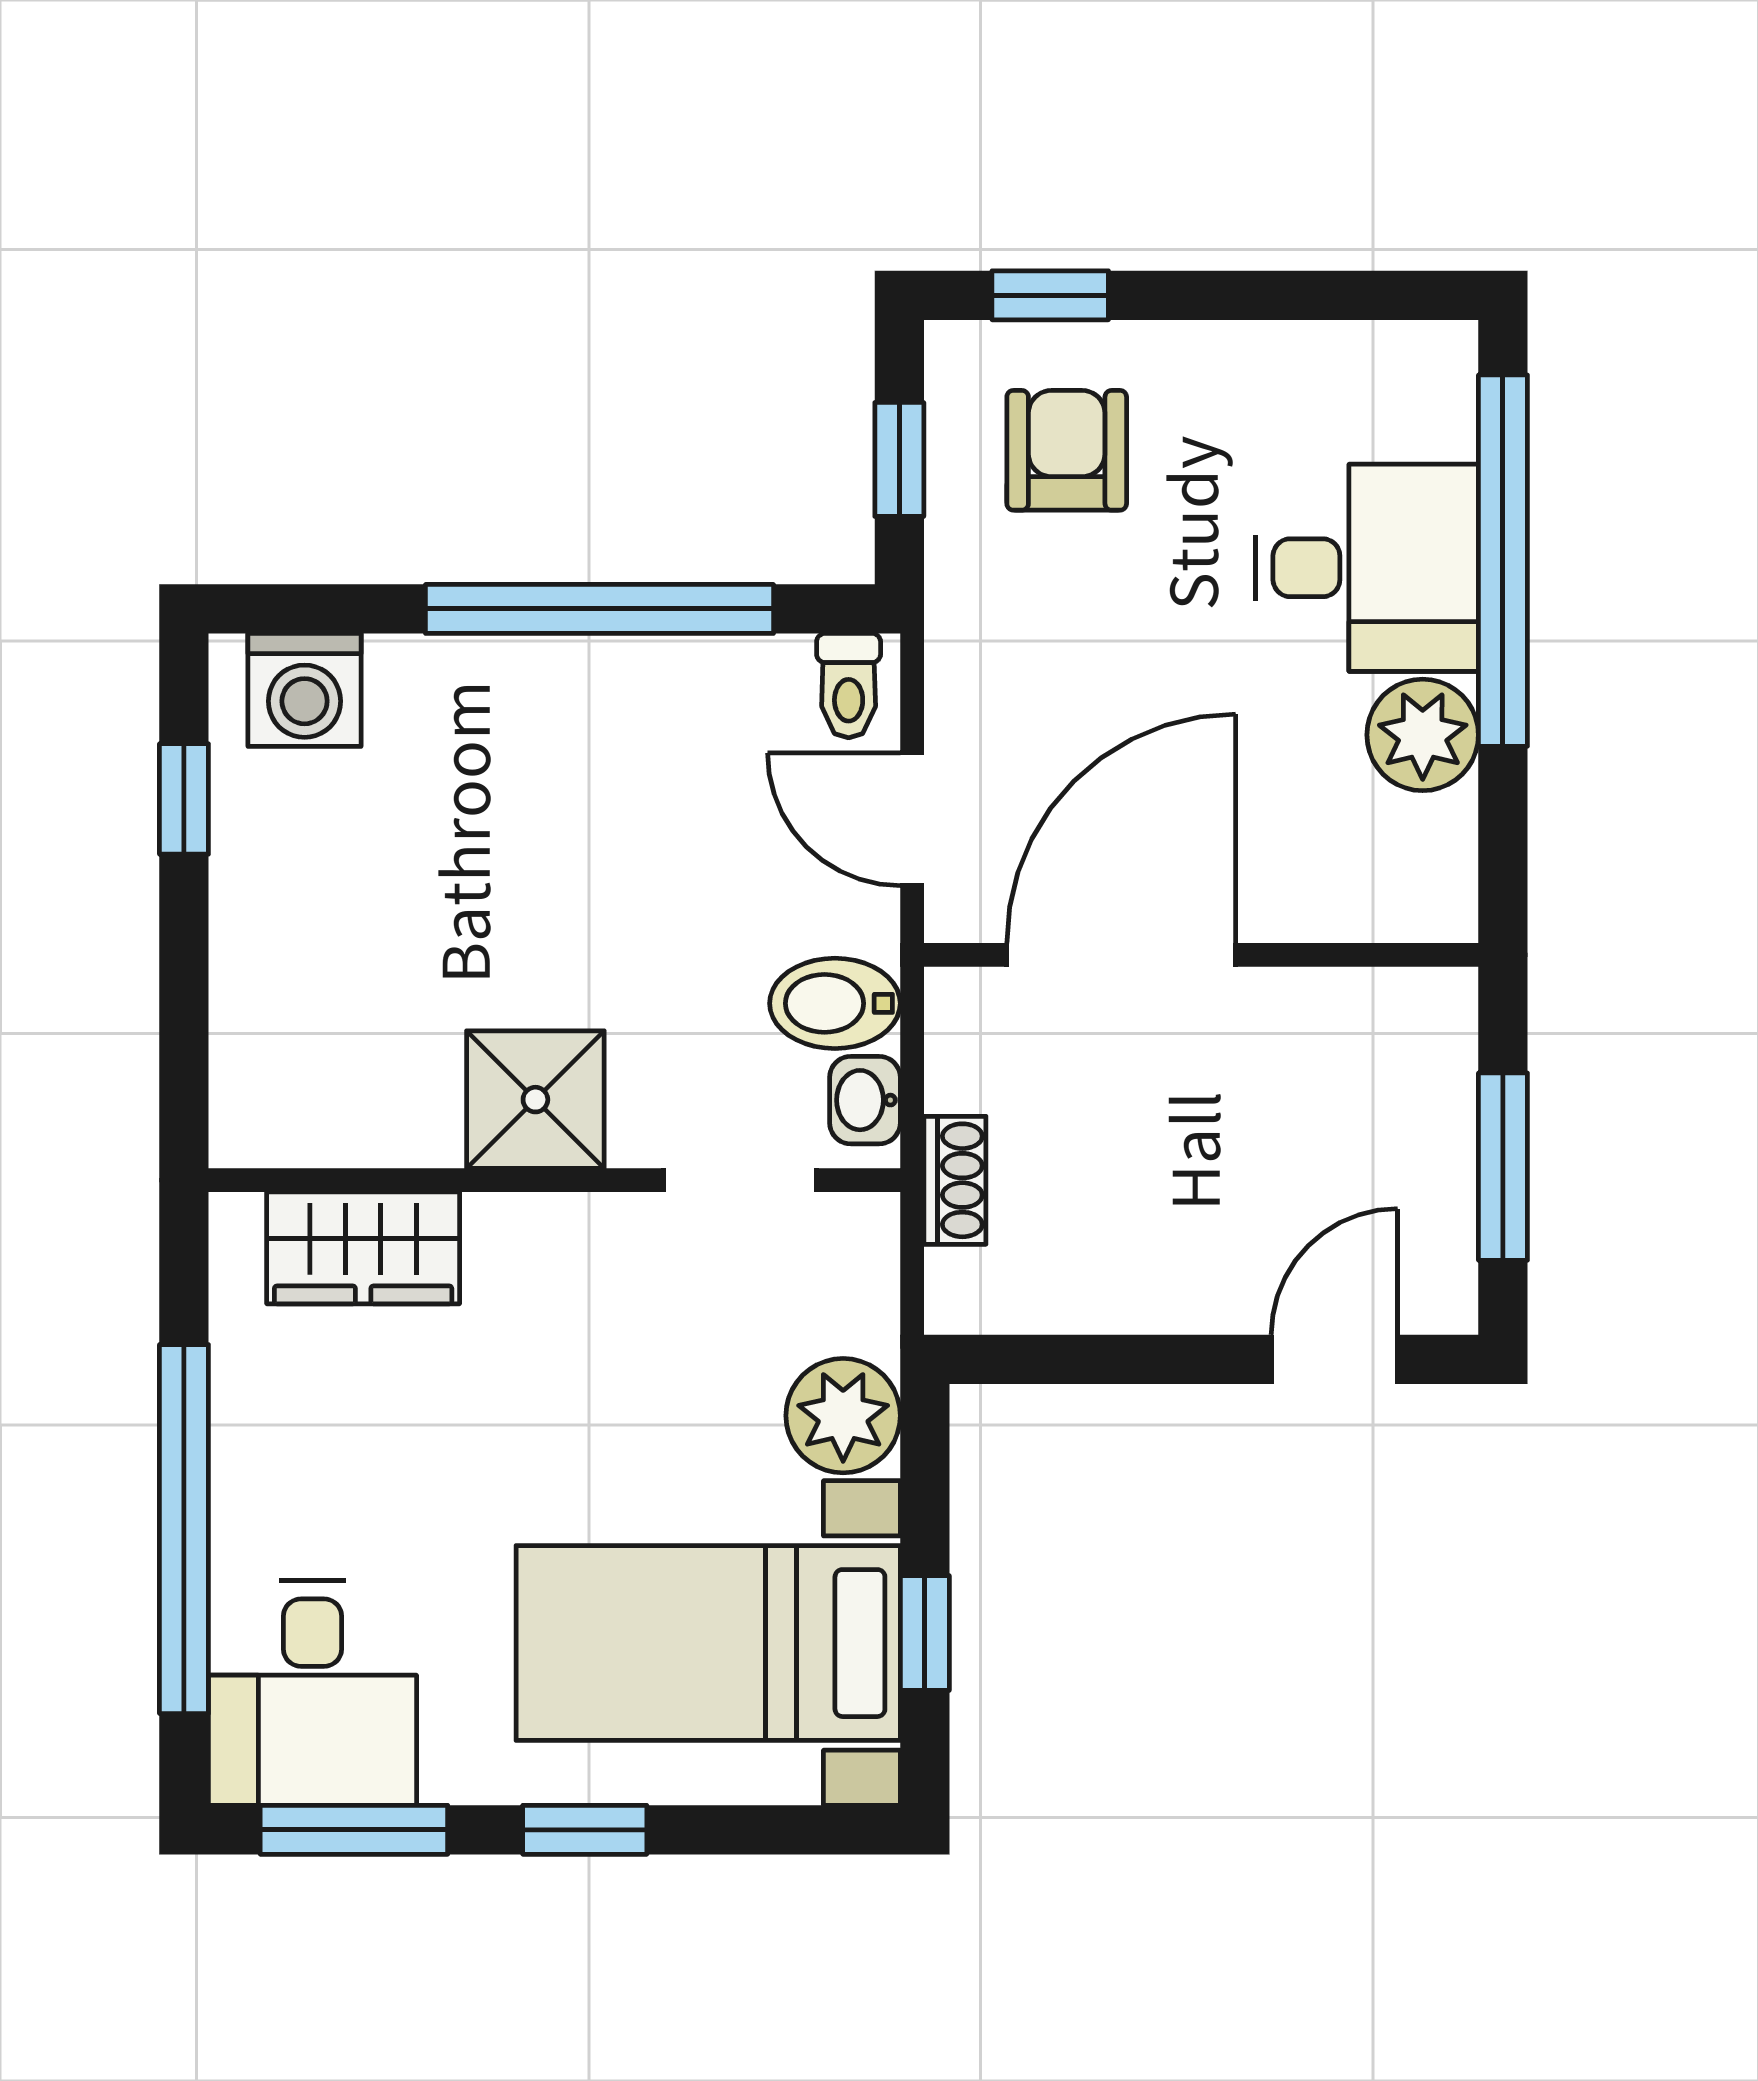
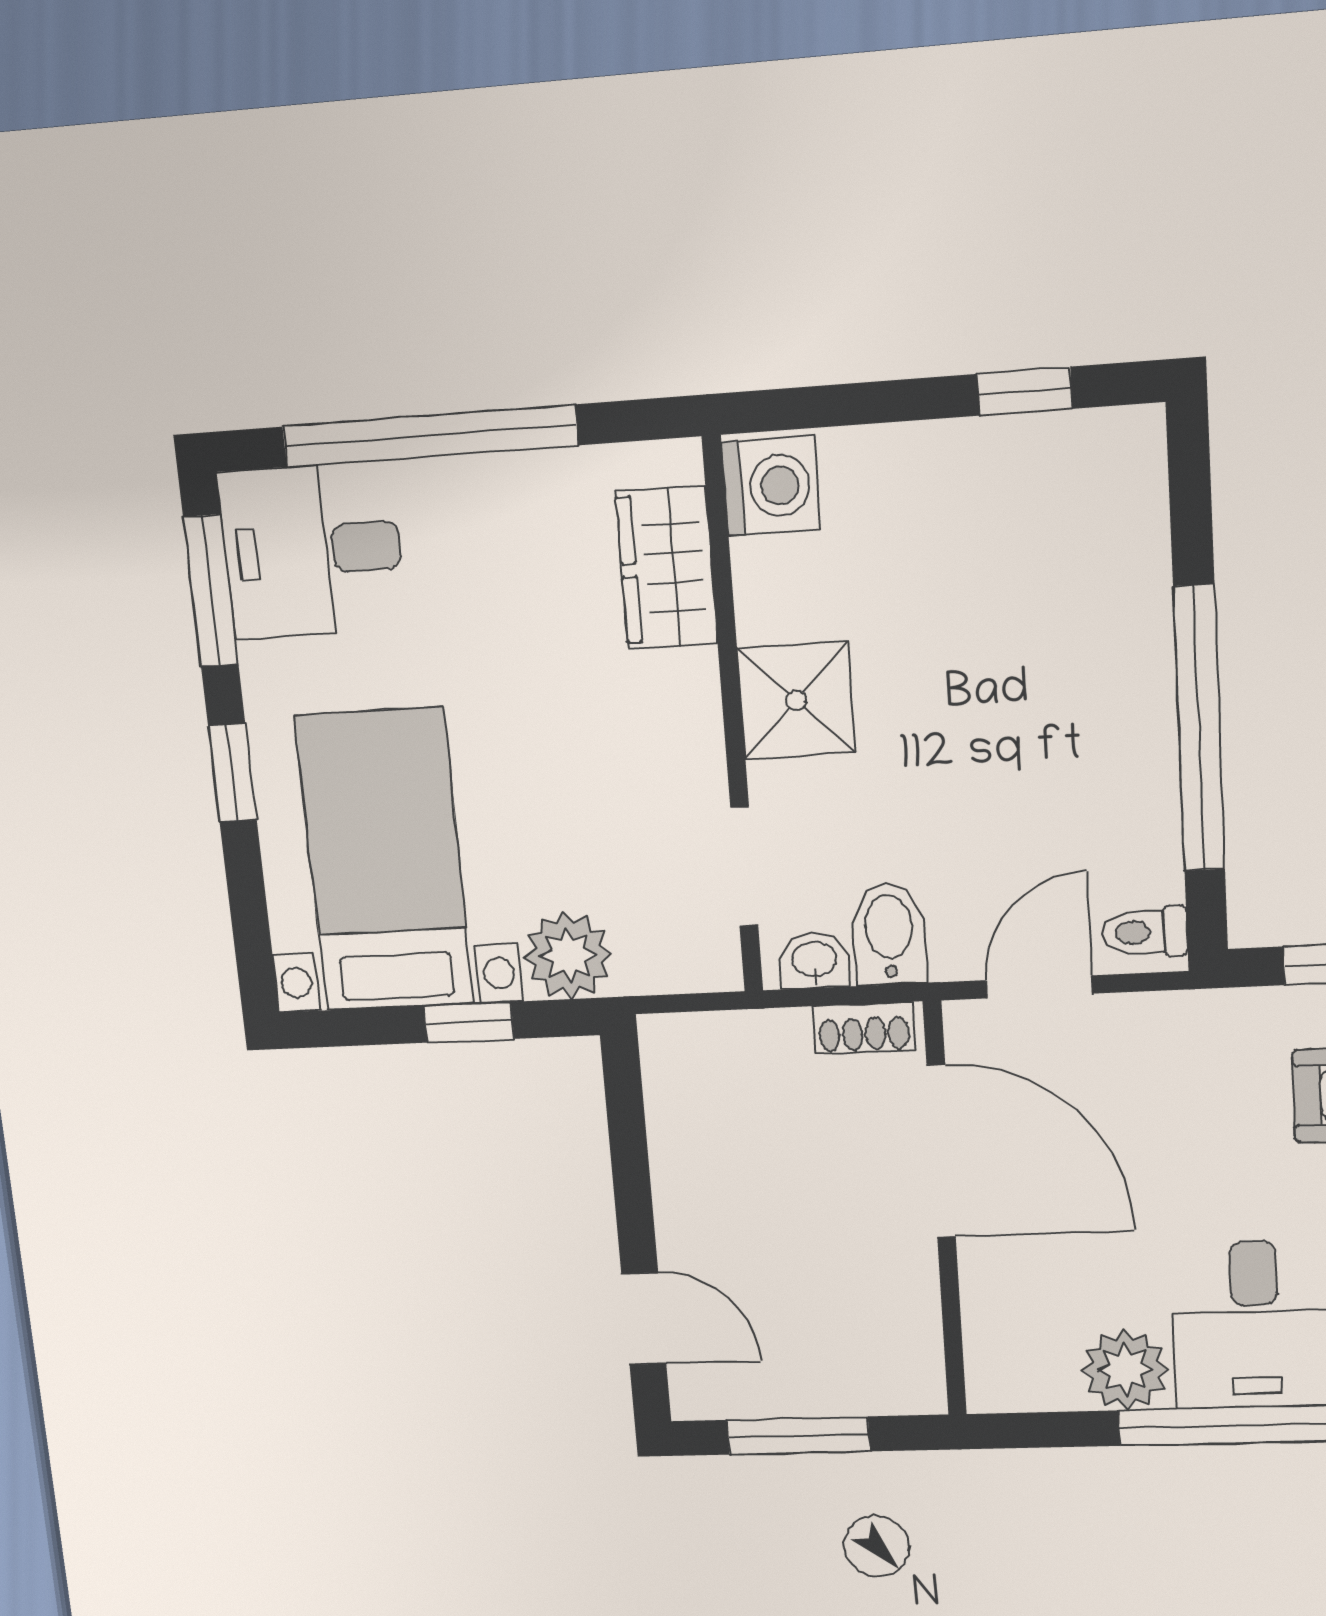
washing machine: (305, 690) -> (771, 486), moved, turned 180
shoe rack: (955, 1180) -> (864, 1028), moved
window: (925, 1633) -> (469, 1022), moved

